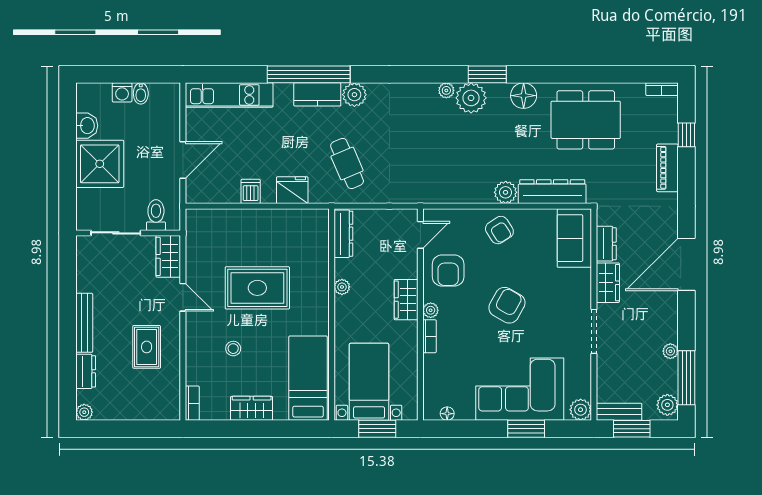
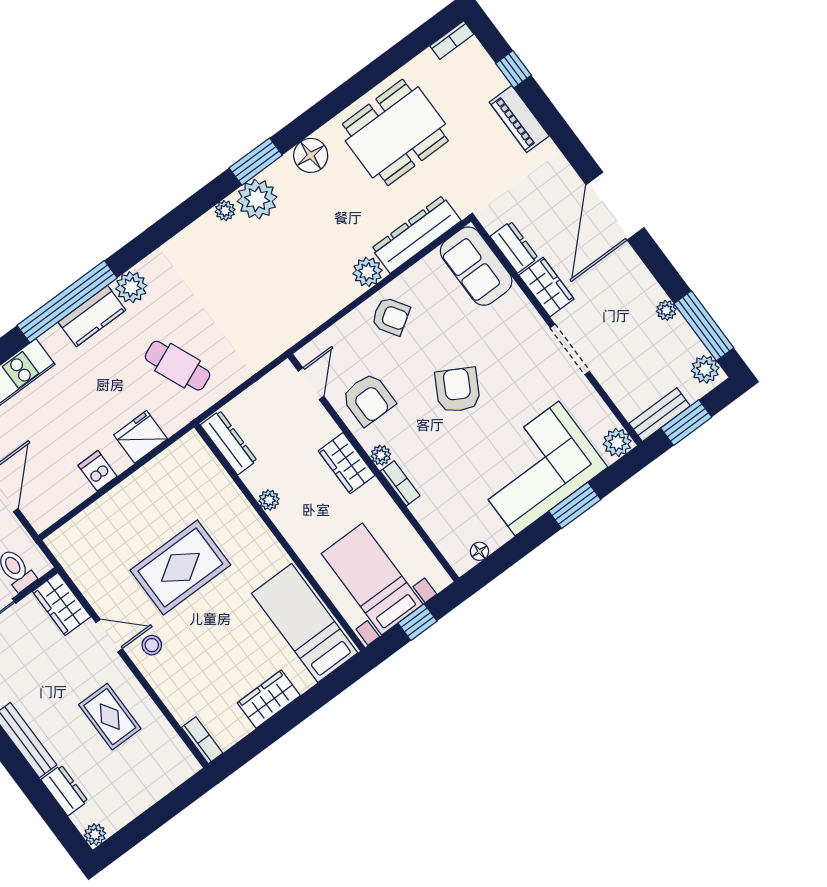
stool: (233, 349) -> (152, 645), moved
window: (377, 429) -> (418, 622), width x0.67

